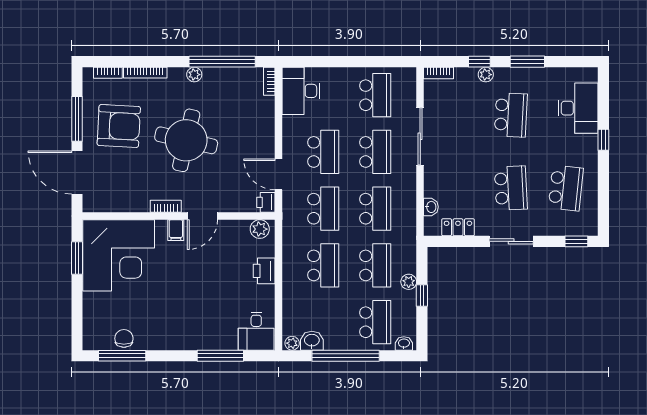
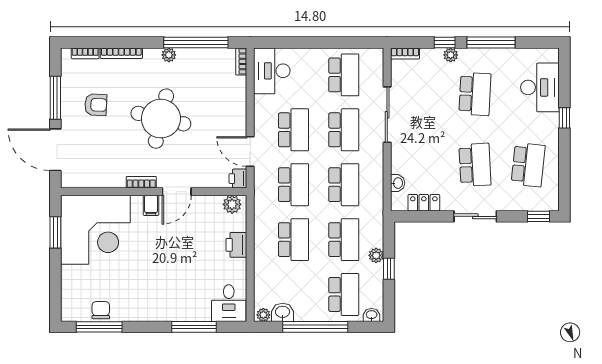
window: (527, 62) -> (491, 42), width x1.44
armchair: (119, 126) -> (96, 105), width x0.53, depth x0.53

